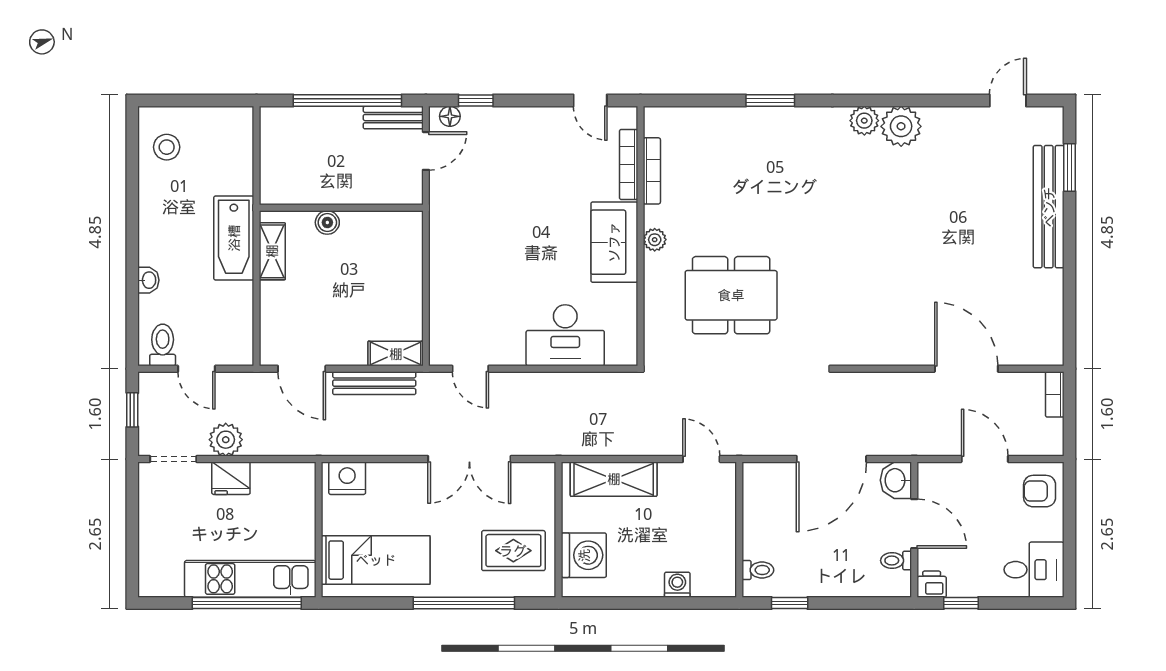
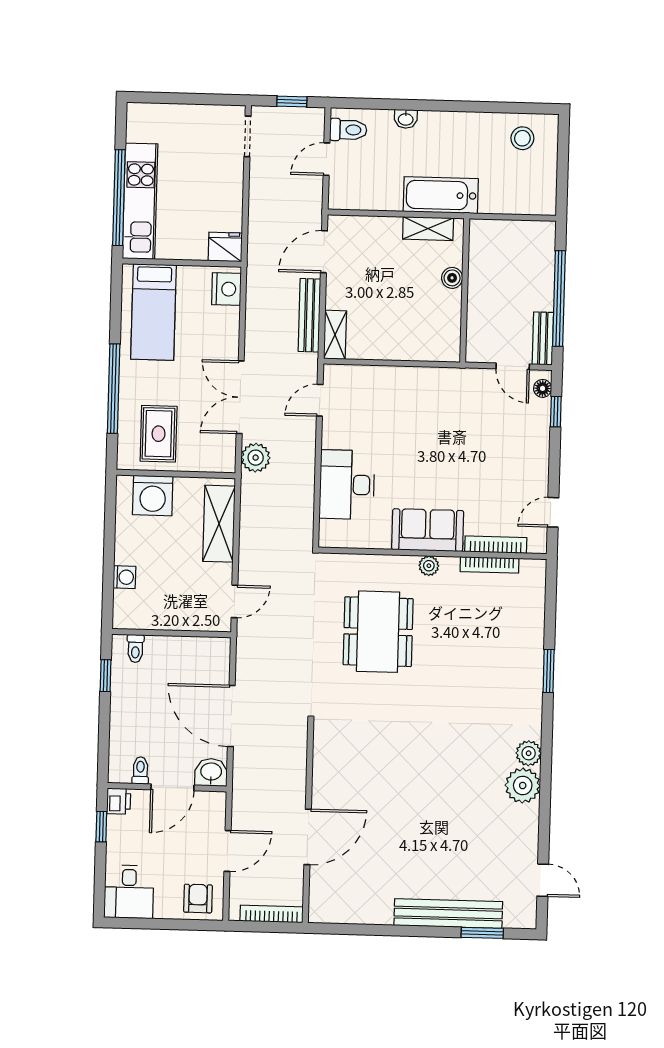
bookcase: (1055, 394) -> (271, 914), width x1.56
plant: (226, 440) -> (256, 458), moved
fridge: (231, 478) -> (225, 247), moved, turned 90

